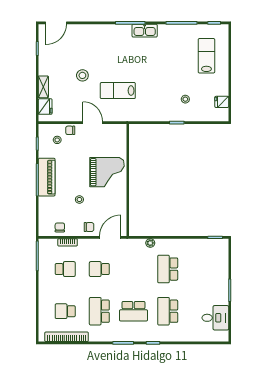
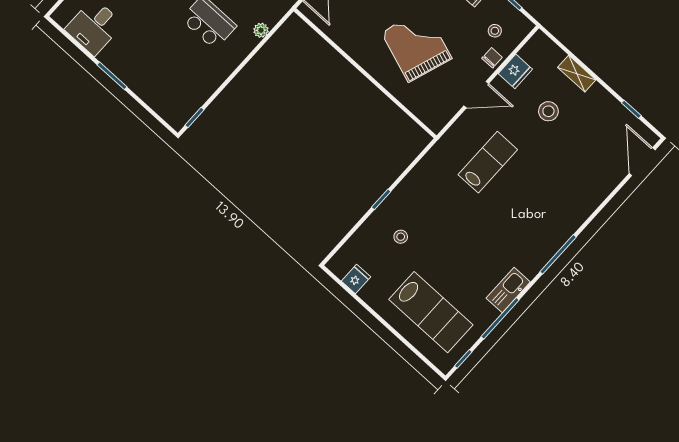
kitchen sink: (145, 31) -> (508, 290), moved
lab bench: (206, 56) -> (431, 312), width x1.36, depth x1.39
stool: (82, 75) -> (548, 111), moved
fridge: (45, 107) -> (515, 71), moved, turned -90
grand piano: (107, 172) -> (416, 45), moved, turned 109

